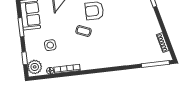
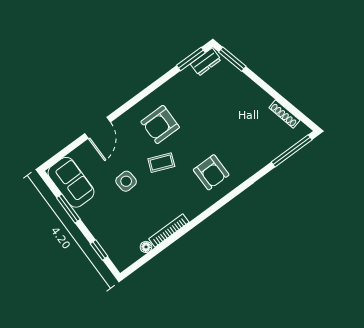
side table: (50, 45) -> (126, 181), moved
armchair: (107, 51) -> (211, 172), added
plant: (35, 67) -> (121, 254), removed

